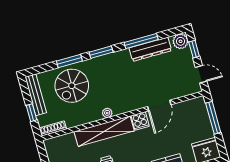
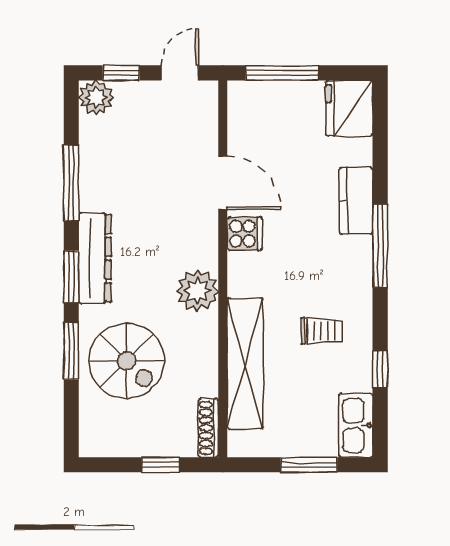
dresser: (150, 49) -> (95, 258), moved
bench: (36, 95) -> (124, 445), removed
plant: (107, 113) -> (197, 291), width x1.88, depth x1.88
shelving: (104, 131) -> (245, 363), moved

